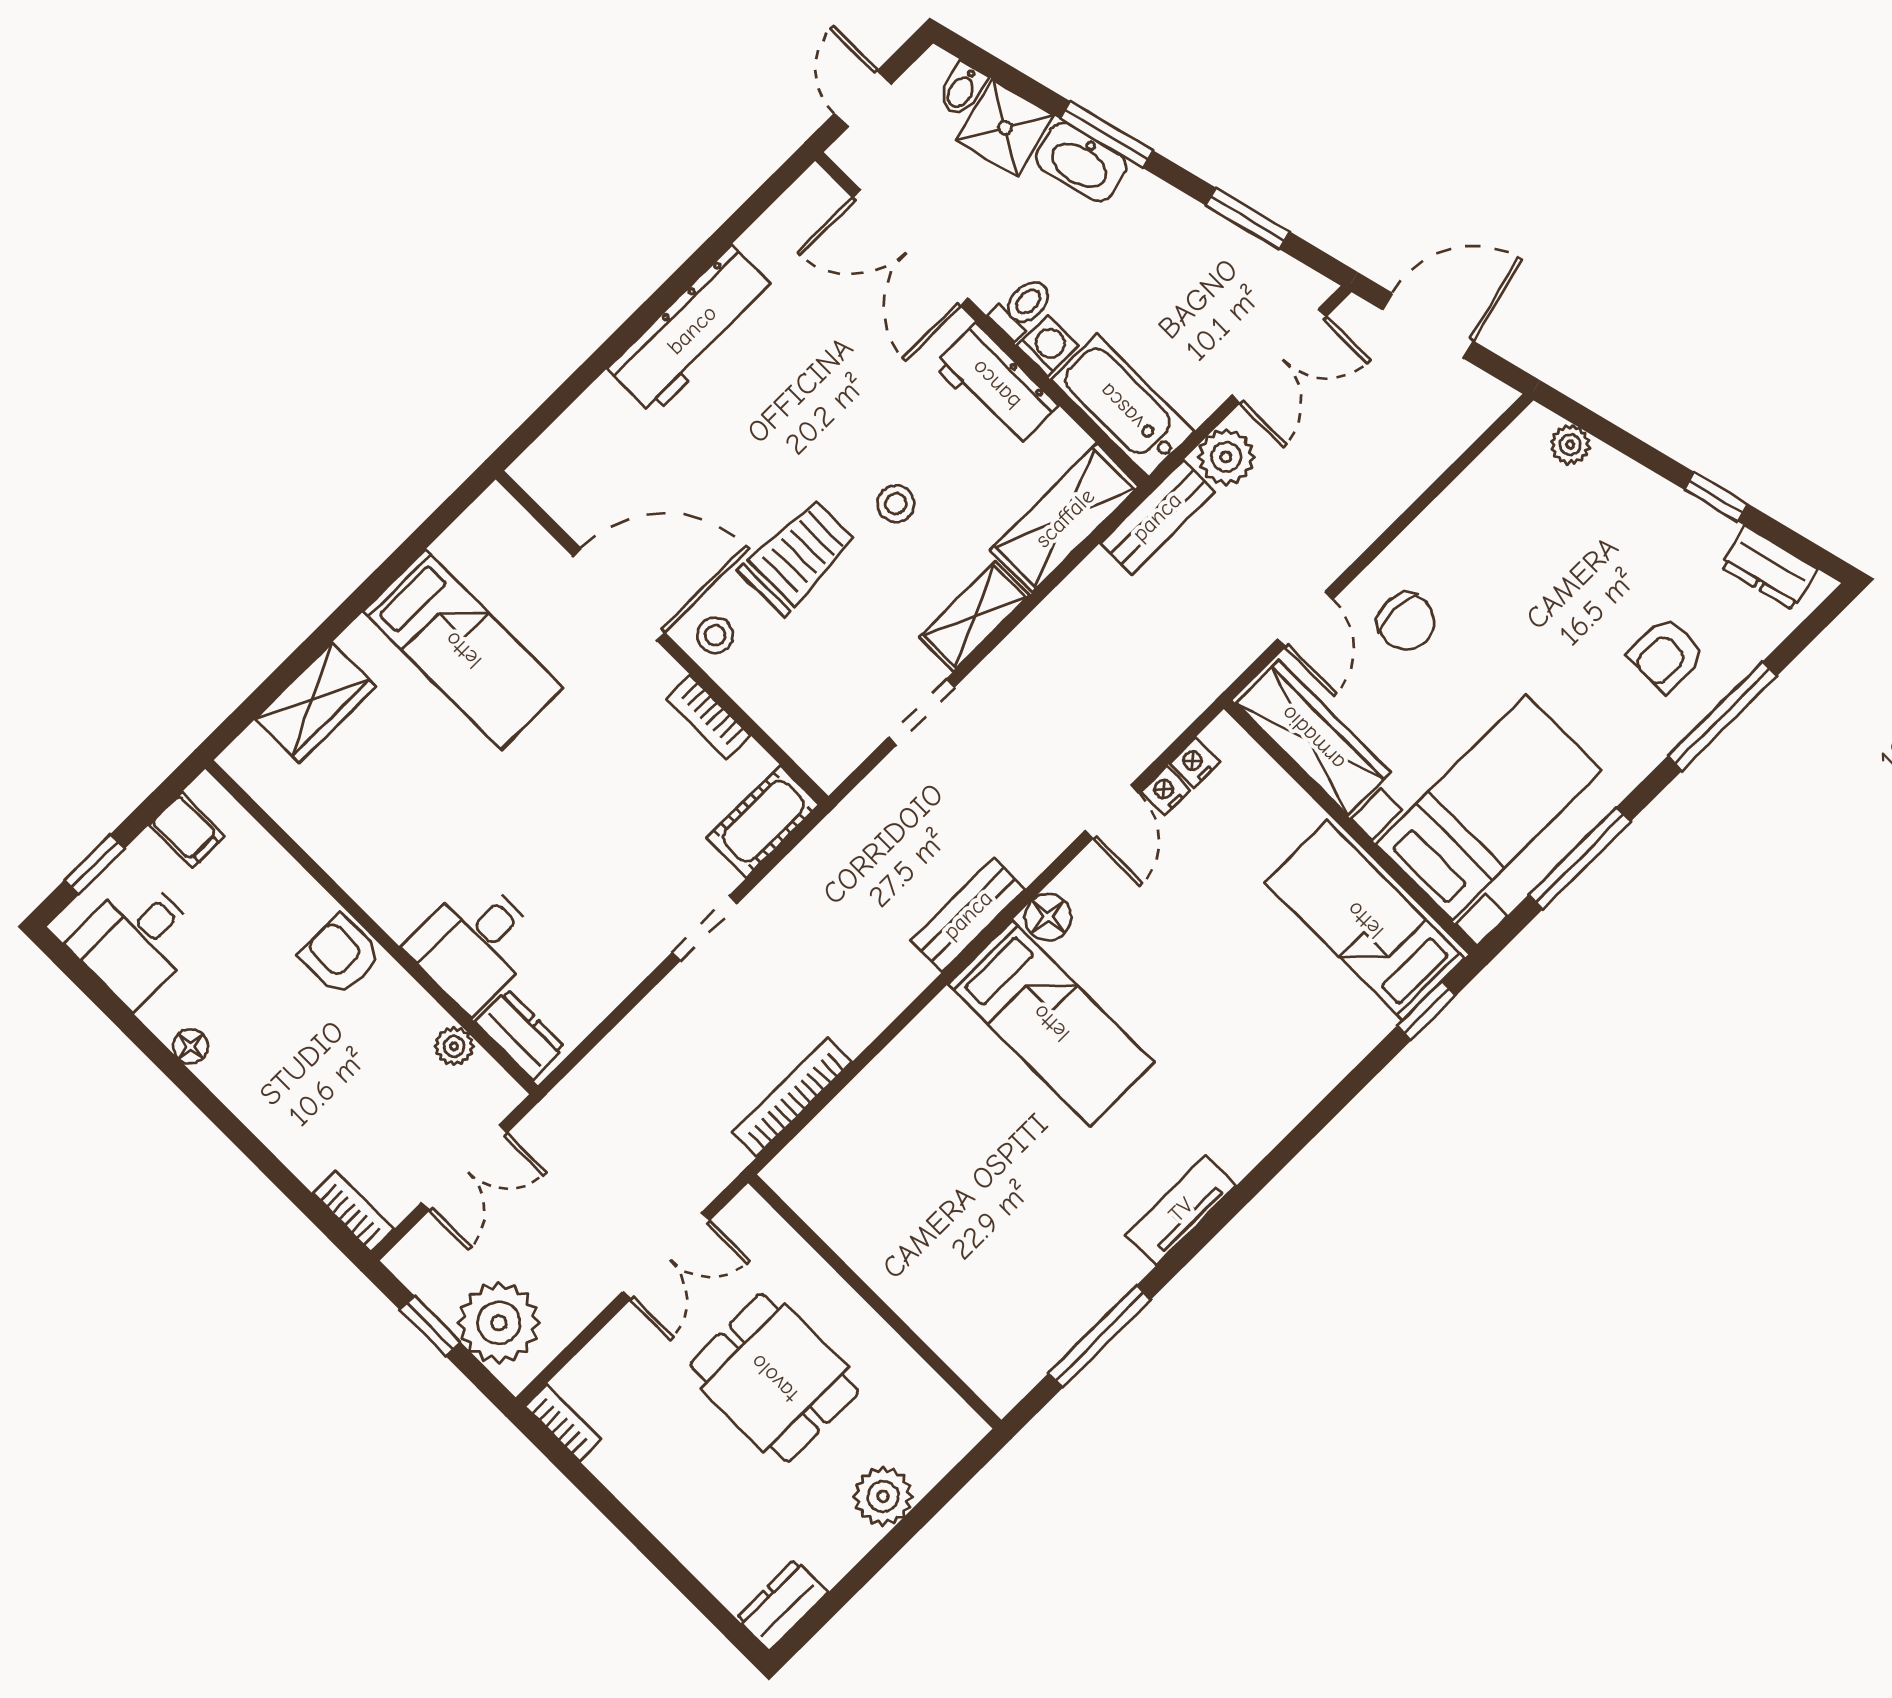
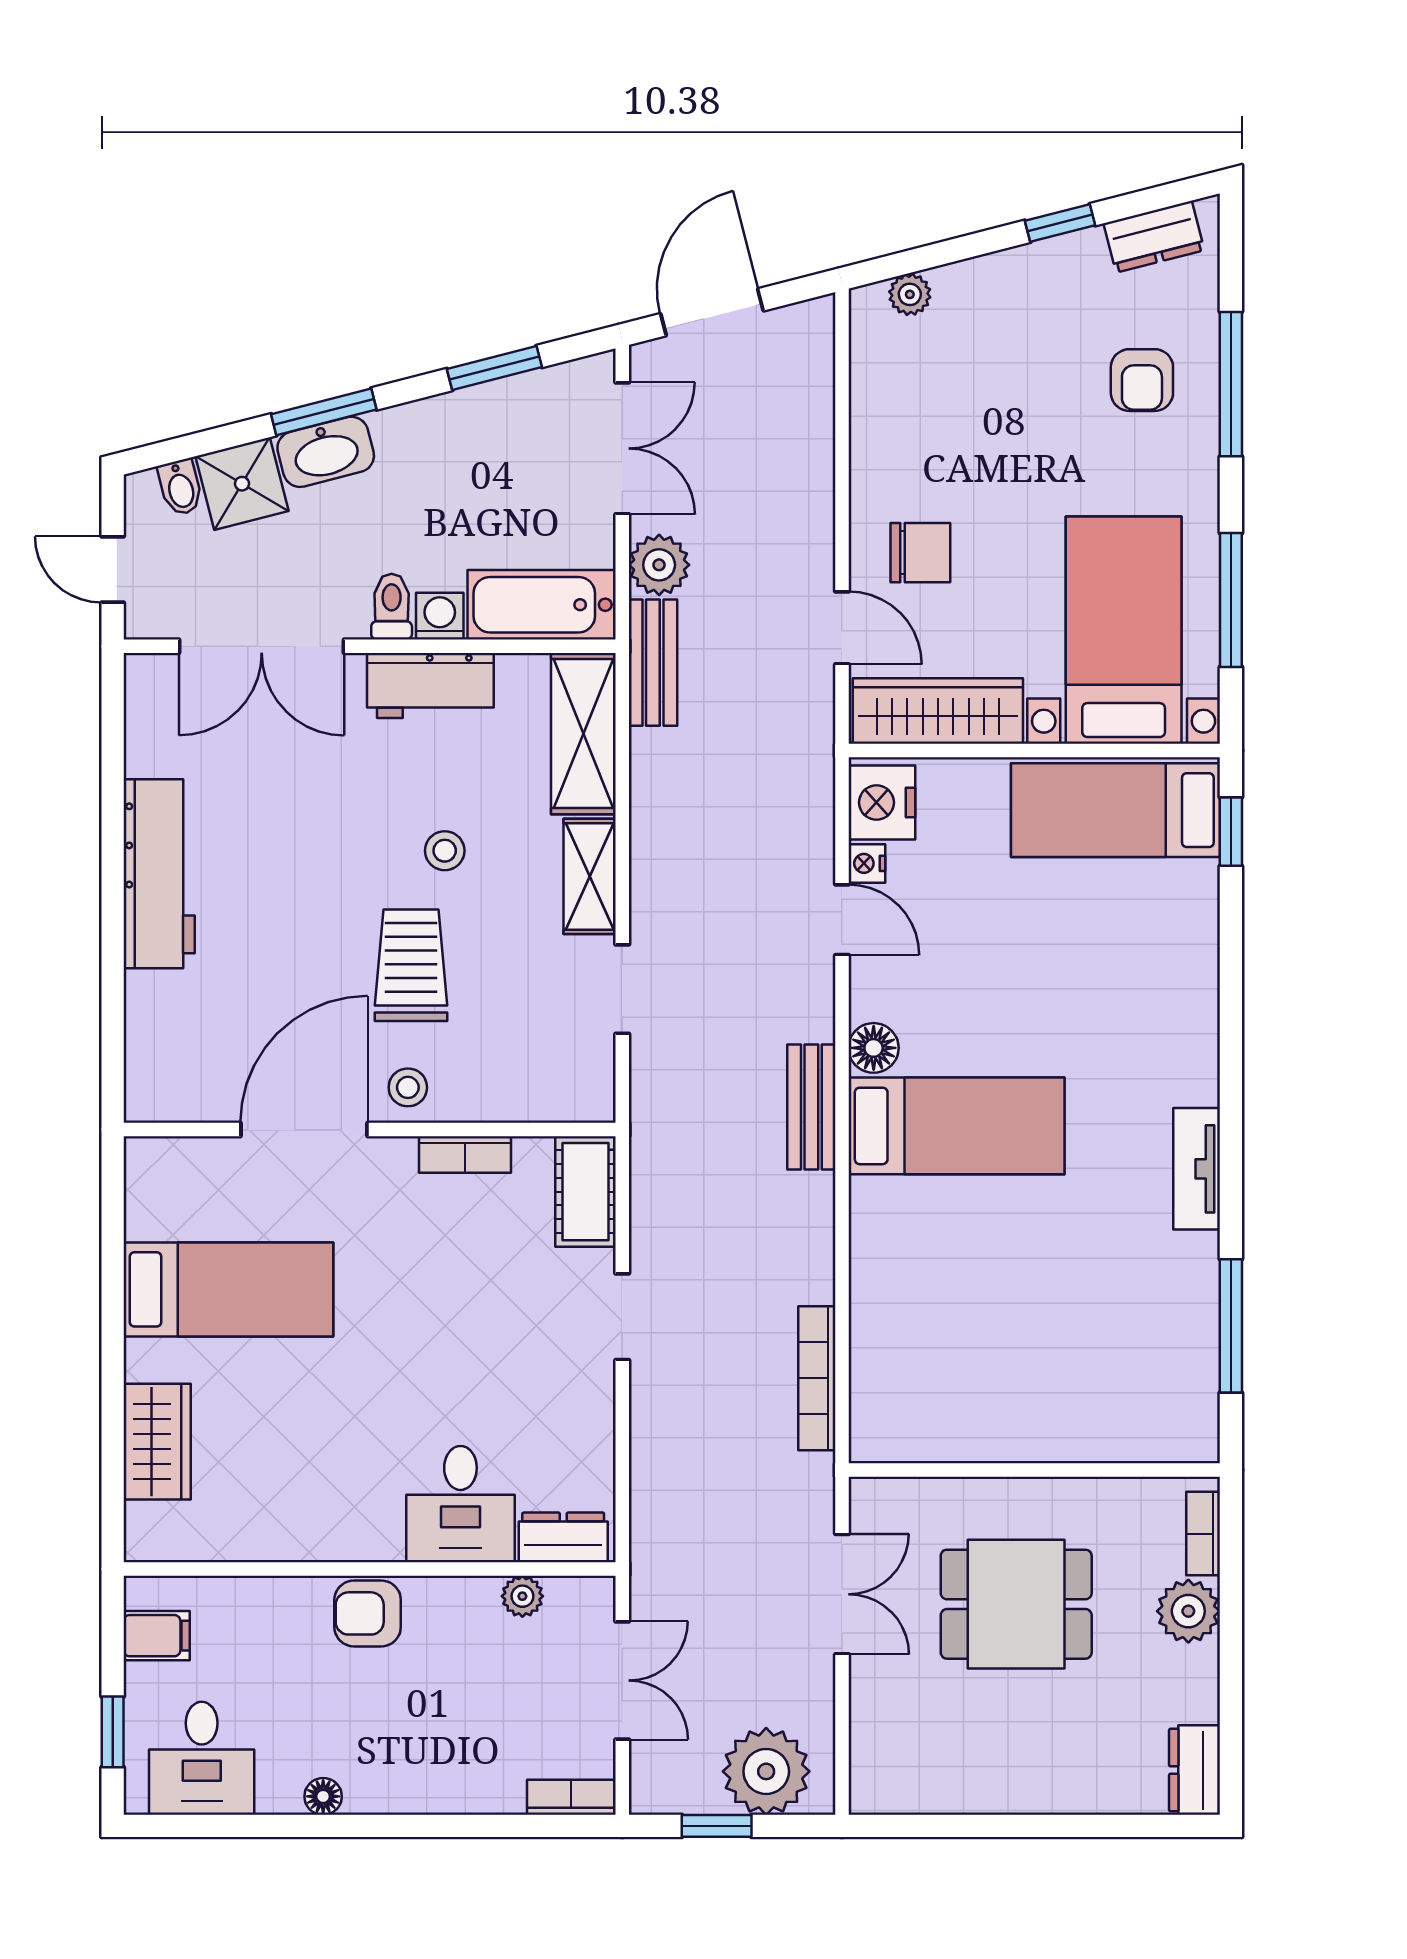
nightstand: (1194, 763) -> (882, 802), width x1.89, depth x1.79
bookcase: (563, 1423) -> (1203, 1534), moved, turned -90

